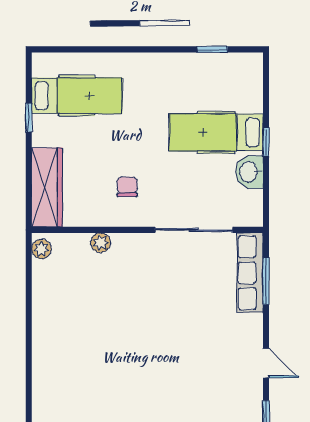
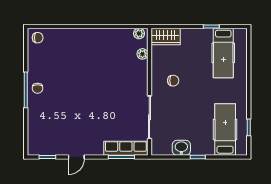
hospital bed: (216, 132) -> (225, 129), moved
wardrobe: (47, 187) -> (166, 37), width x0.67
plant: (101, 243) -> (142, 54), moved

